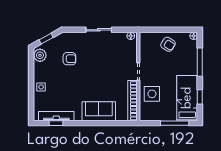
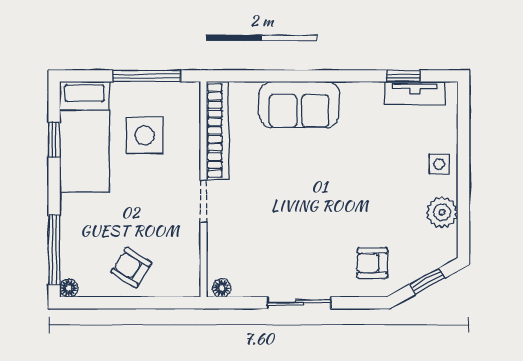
plant: (40, 55) -> (442, 212), moved
armchair: (69, 59) -> (372, 263), moved
window: (200, 62) -> (54, 249), moved
side table: (152, 94) -> (145, 135), moved
tv unit: (56, 116) -> (415, 93), width x0.71
window: (175, 123) -> (147, 76), moved

